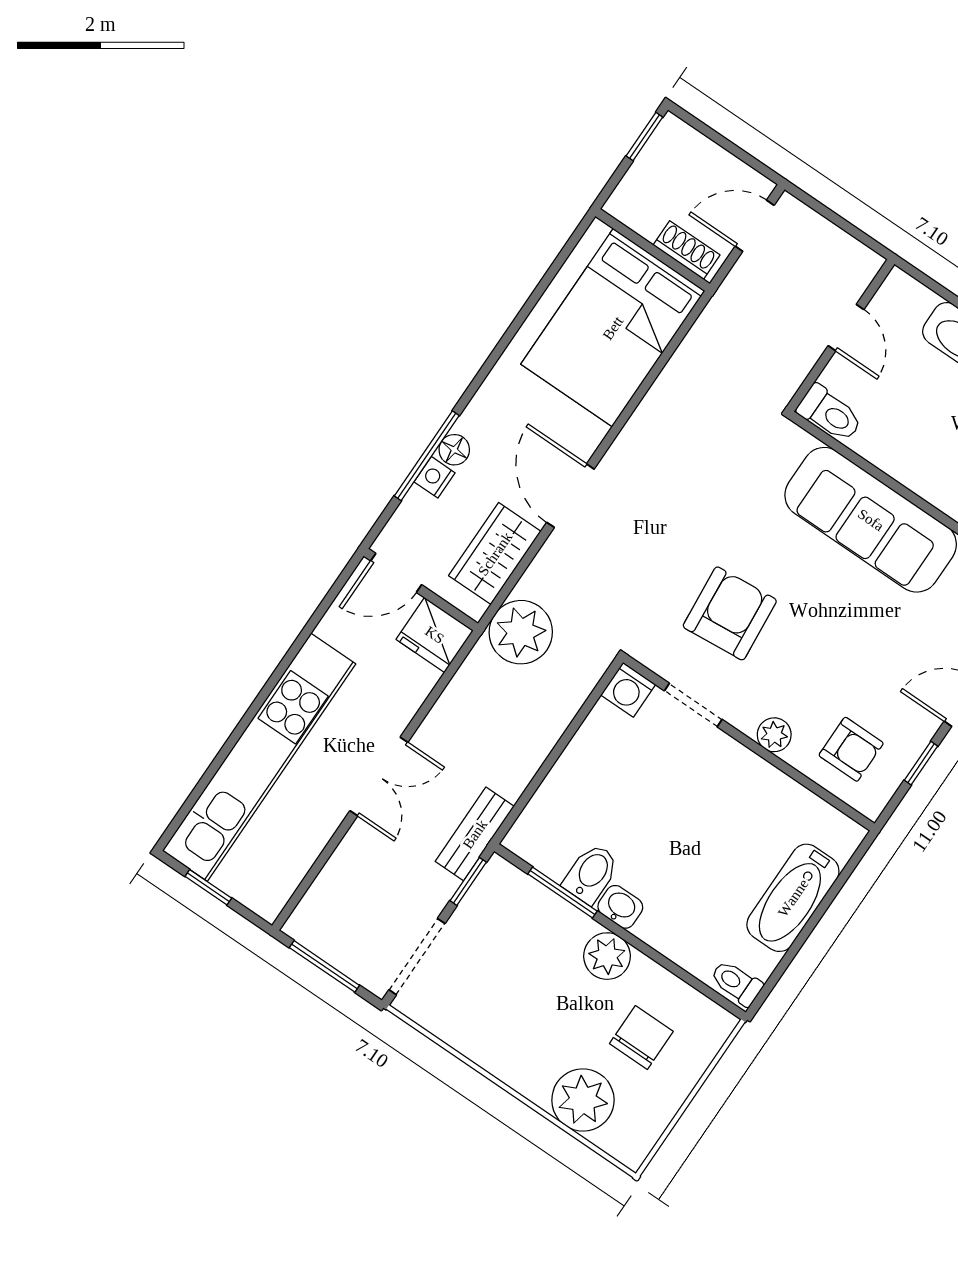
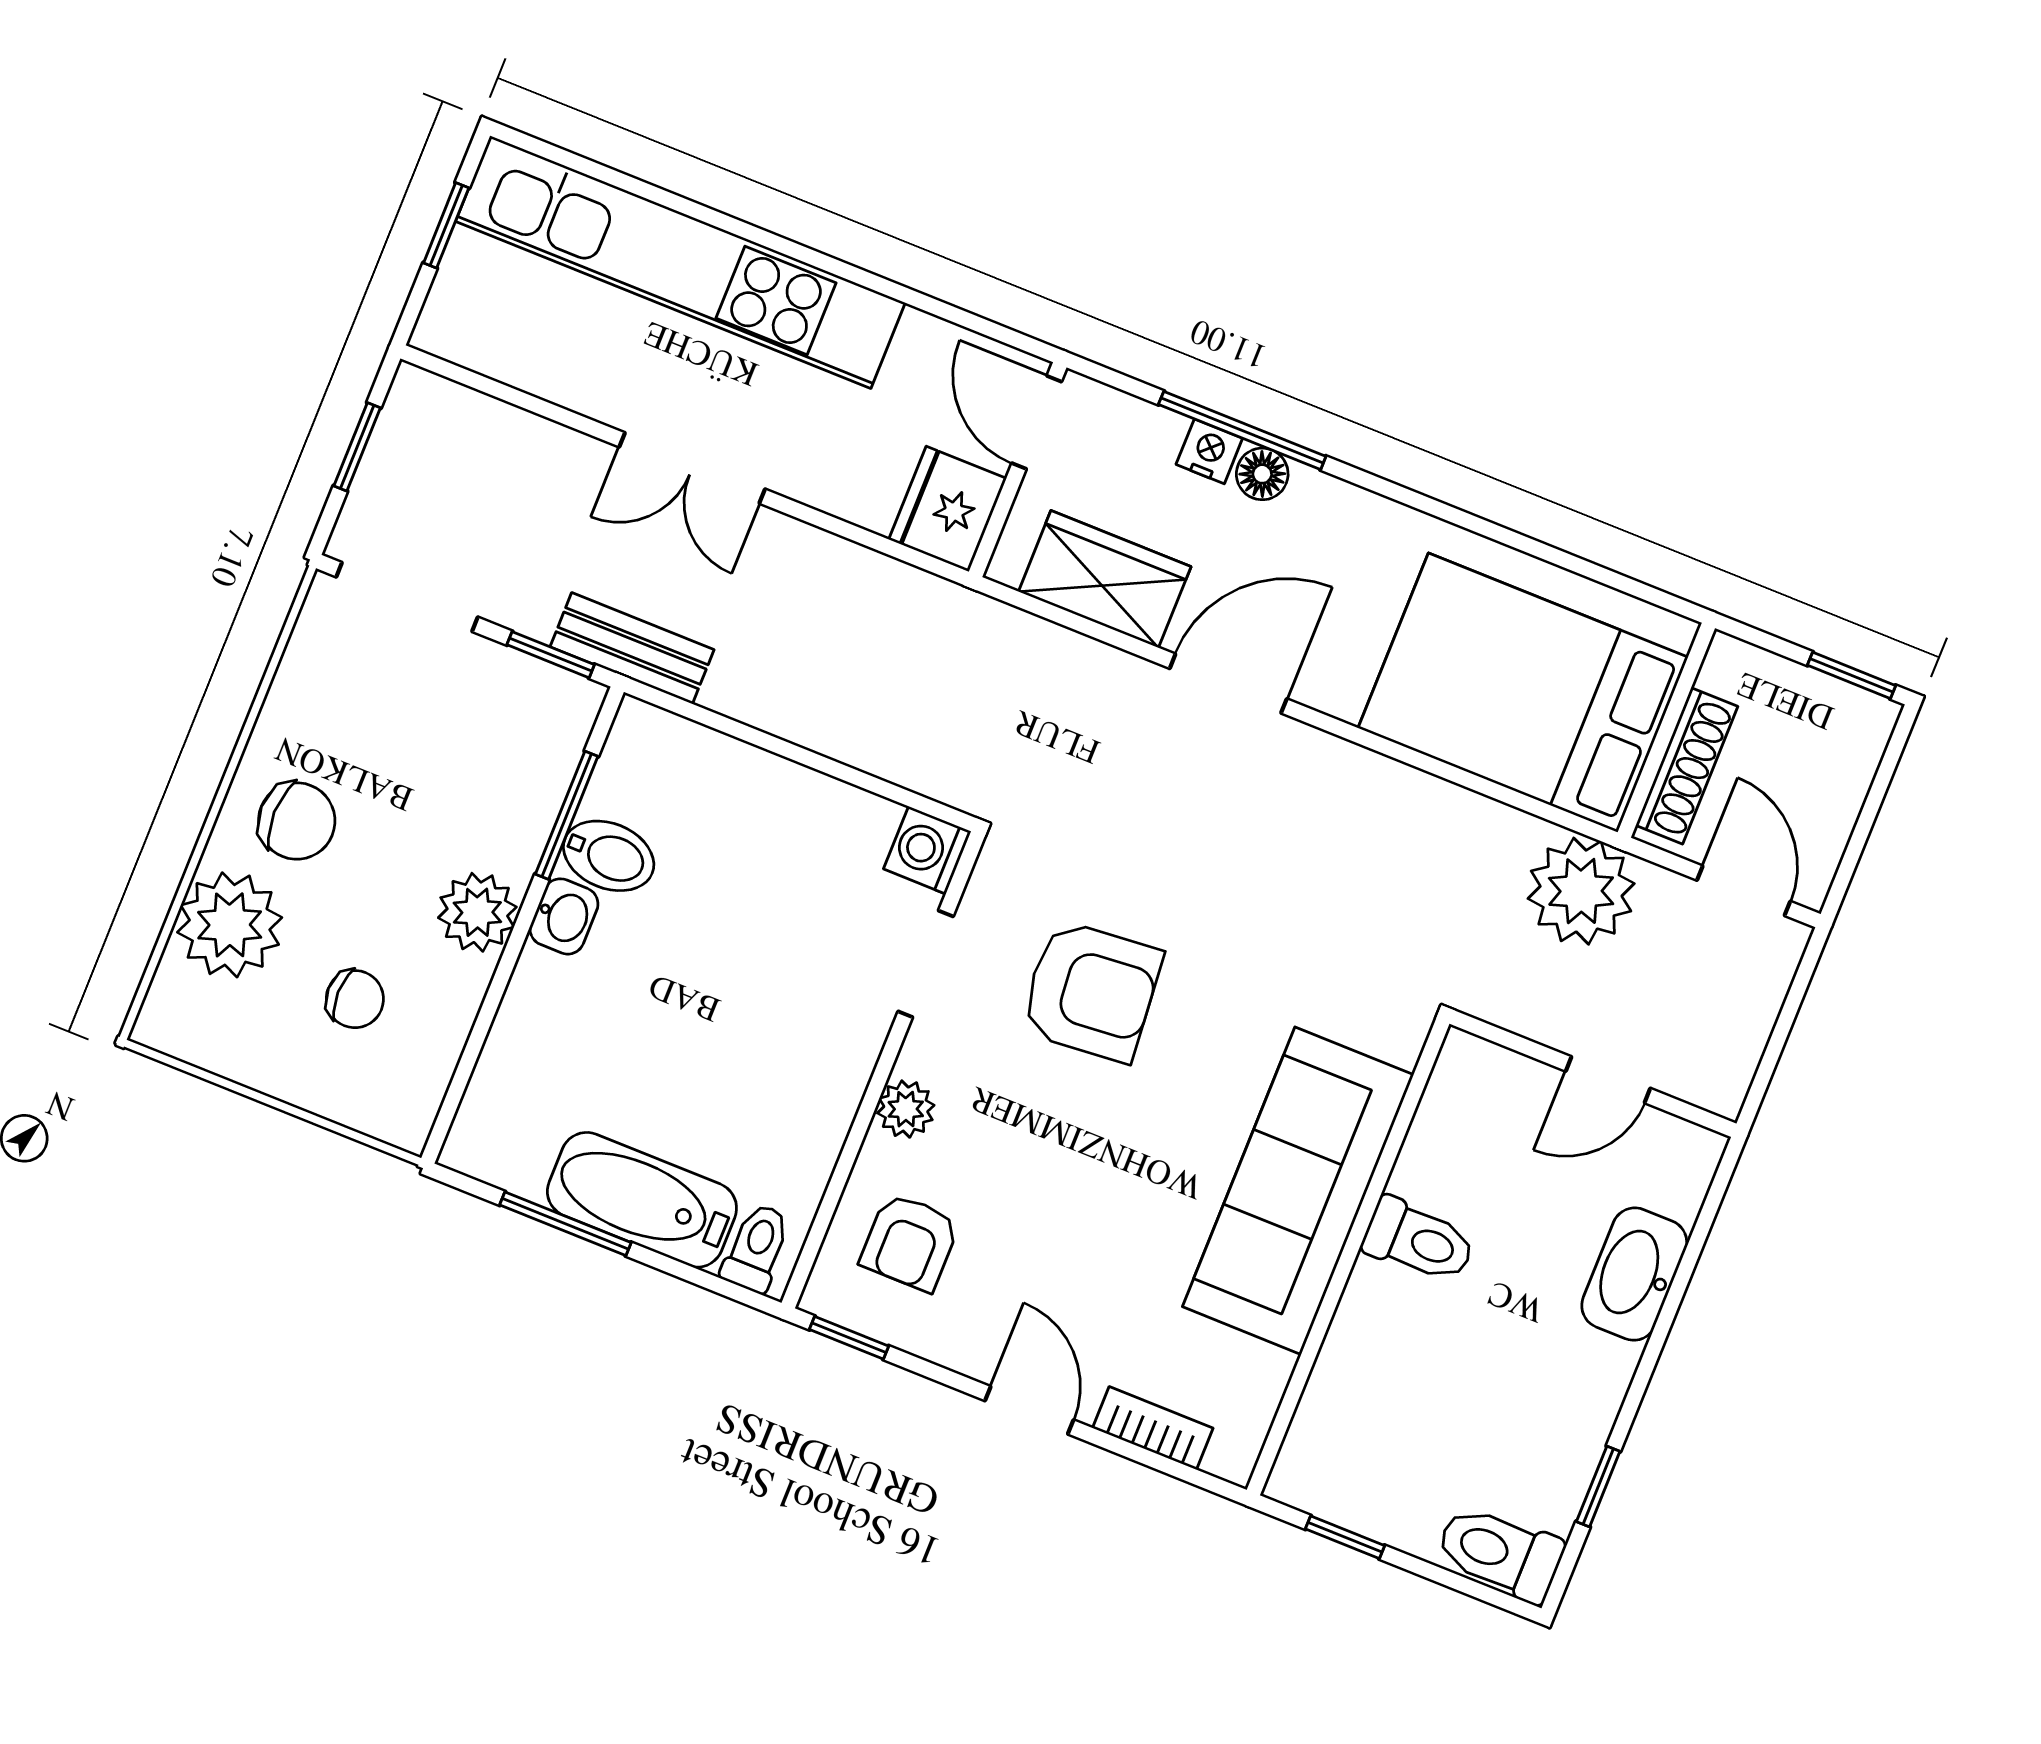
shoe rack: (686, 250) -> (1687, 766), width x1.43
toilet: (830, 414) -> (1419, 1241), moved, turned -90
plant: (521, 632) -> (1581, 891), moved
window: (921, 763) -> (849, 1338), moved
window: (797, 945) -> (565, 1224), added
window: (324, 966) -> (357, 447), width x0.67
toilet: (736, 983) -> (756, 1248), moved
chair: (641, 1037) -> (355, 999), width x0.73, depth x0.73
chair: (532, 1048) -> (297, 821), added

